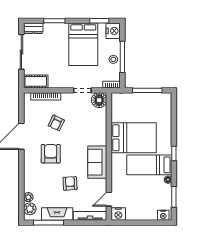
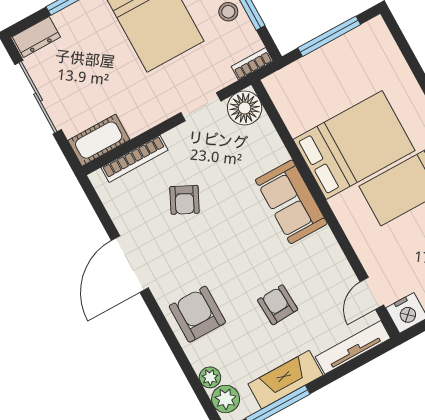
armchair: (51, 154) -> (197, 314), moved
sofa: (97, 162) -> (291, 202), moved

